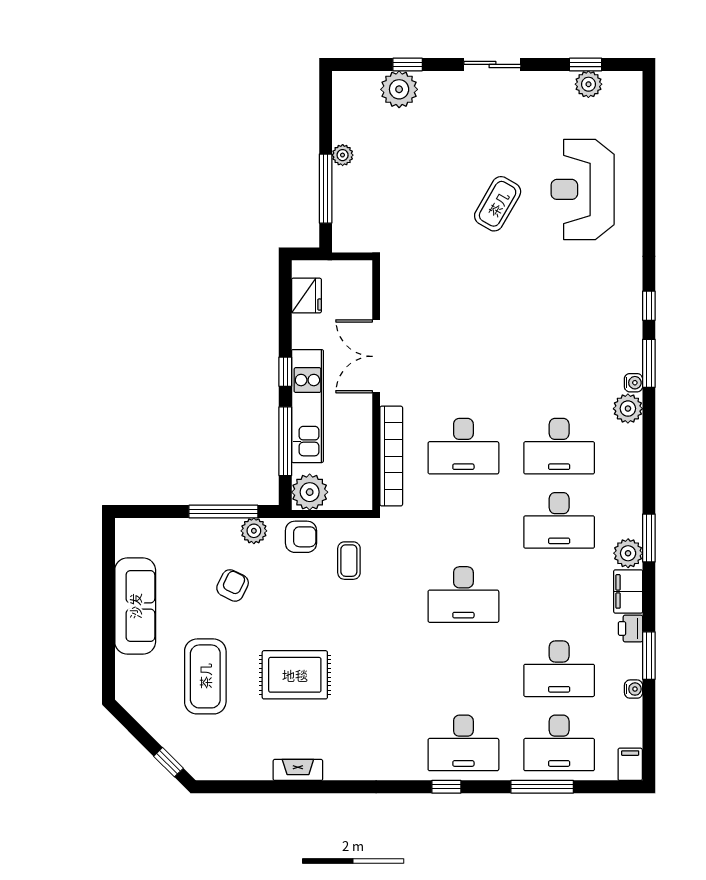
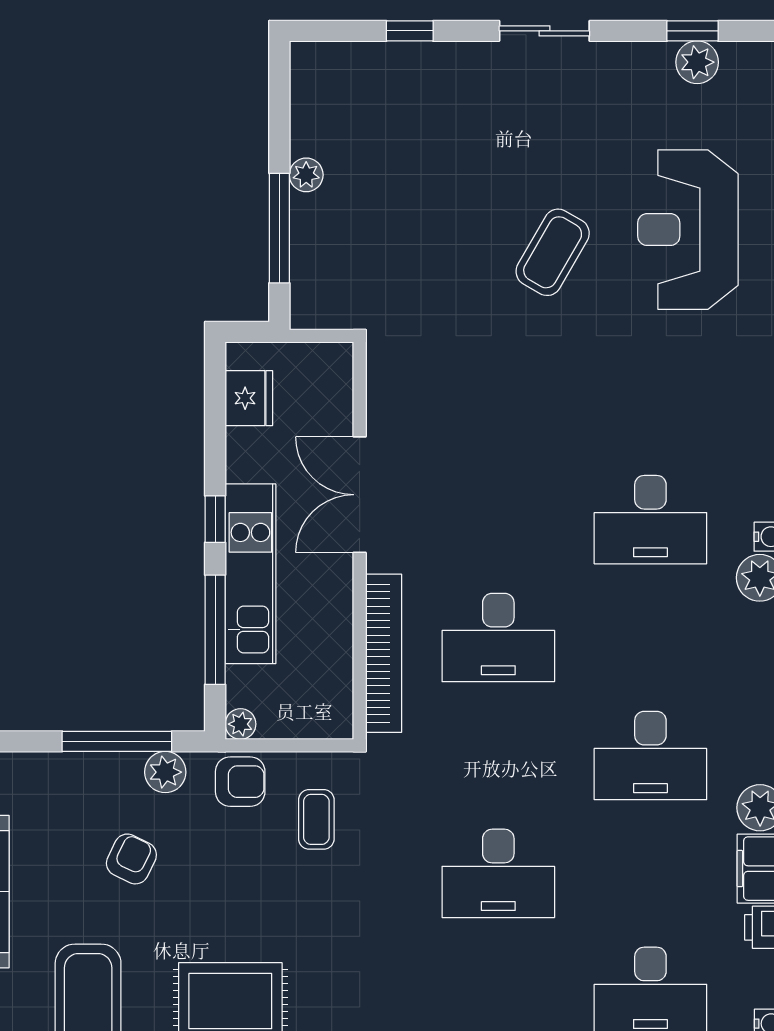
plant: (399, 89) -> (396, 70), removed
desk: (559, 446) -> (650, 520), moved
plant: (310, 492) -> (241, 724), width x0.53, depth x0.53

